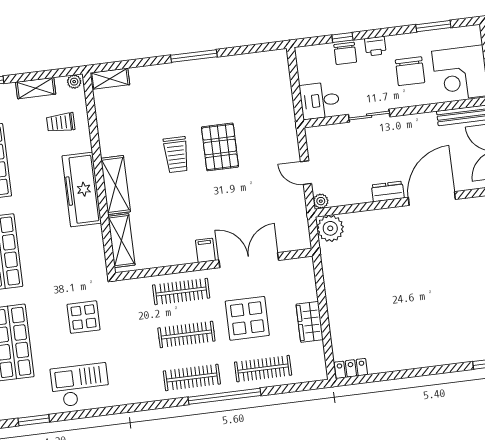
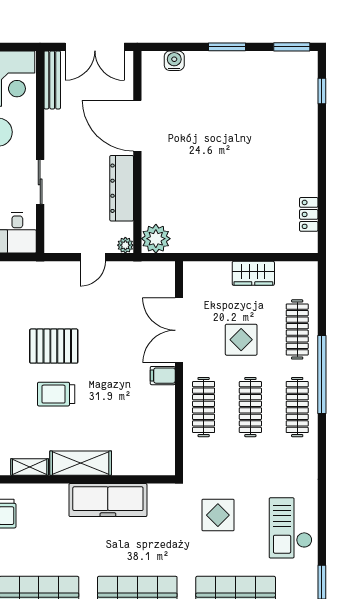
trolley: (176, 155) -> (56, 394), turned 180
freezer: (82, 190) -> (108, 500), moved
dresser: (388, 191) -> (122, 188), width x1.96, depth x1.24
shelving: (121, 241) -> (30, 467), moved, width x0.67, depth x0.75
display table: (247, 318) -> (241, 340), width x0.73, depth x0.73
locker: (351, 368) -> (309, 214), moved

